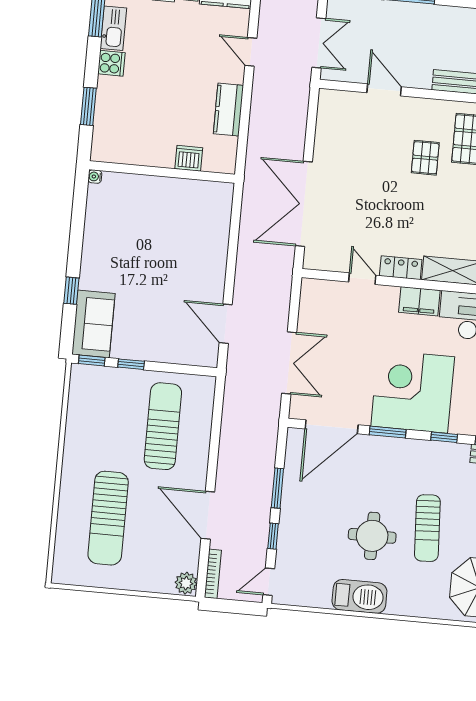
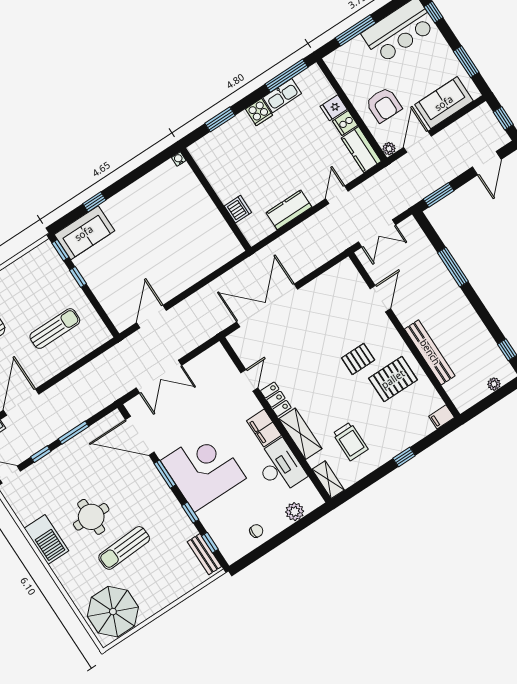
sun lounger: (163, 426) -> (55, 329), width x0.73, depth x0.75

